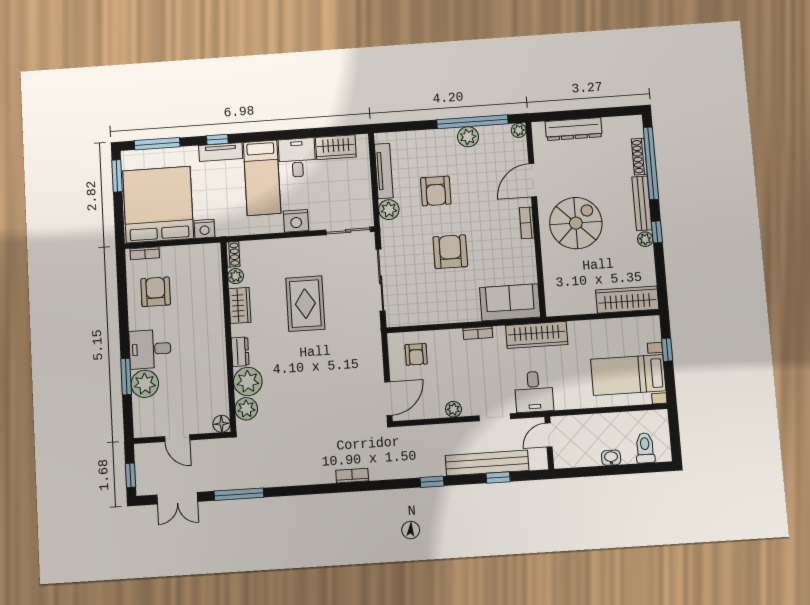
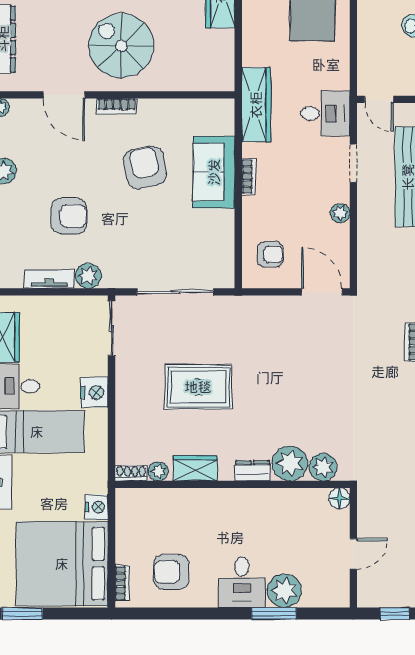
tv unit: (384, 171) -> (49, 279), width x0.71
armchair: (450, 252) -> (145, 167), moved, turned 79
sofa: (510, 302) -> (214, 172), moved

